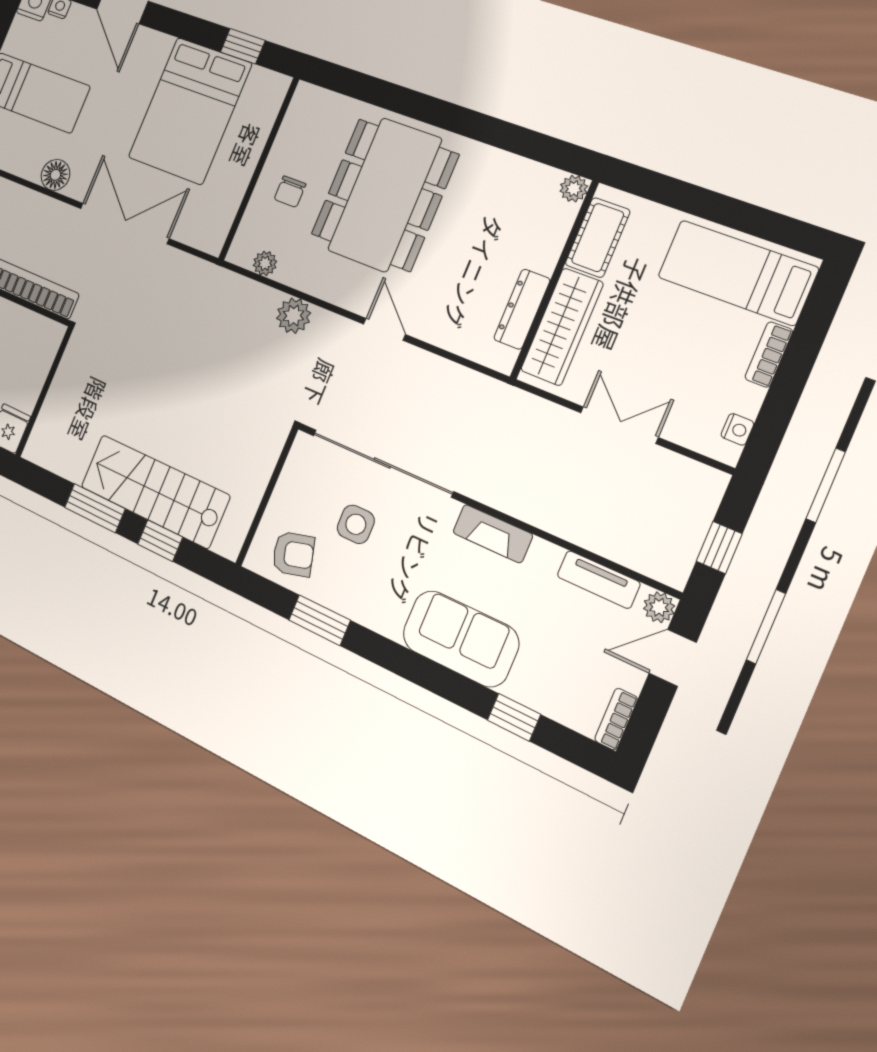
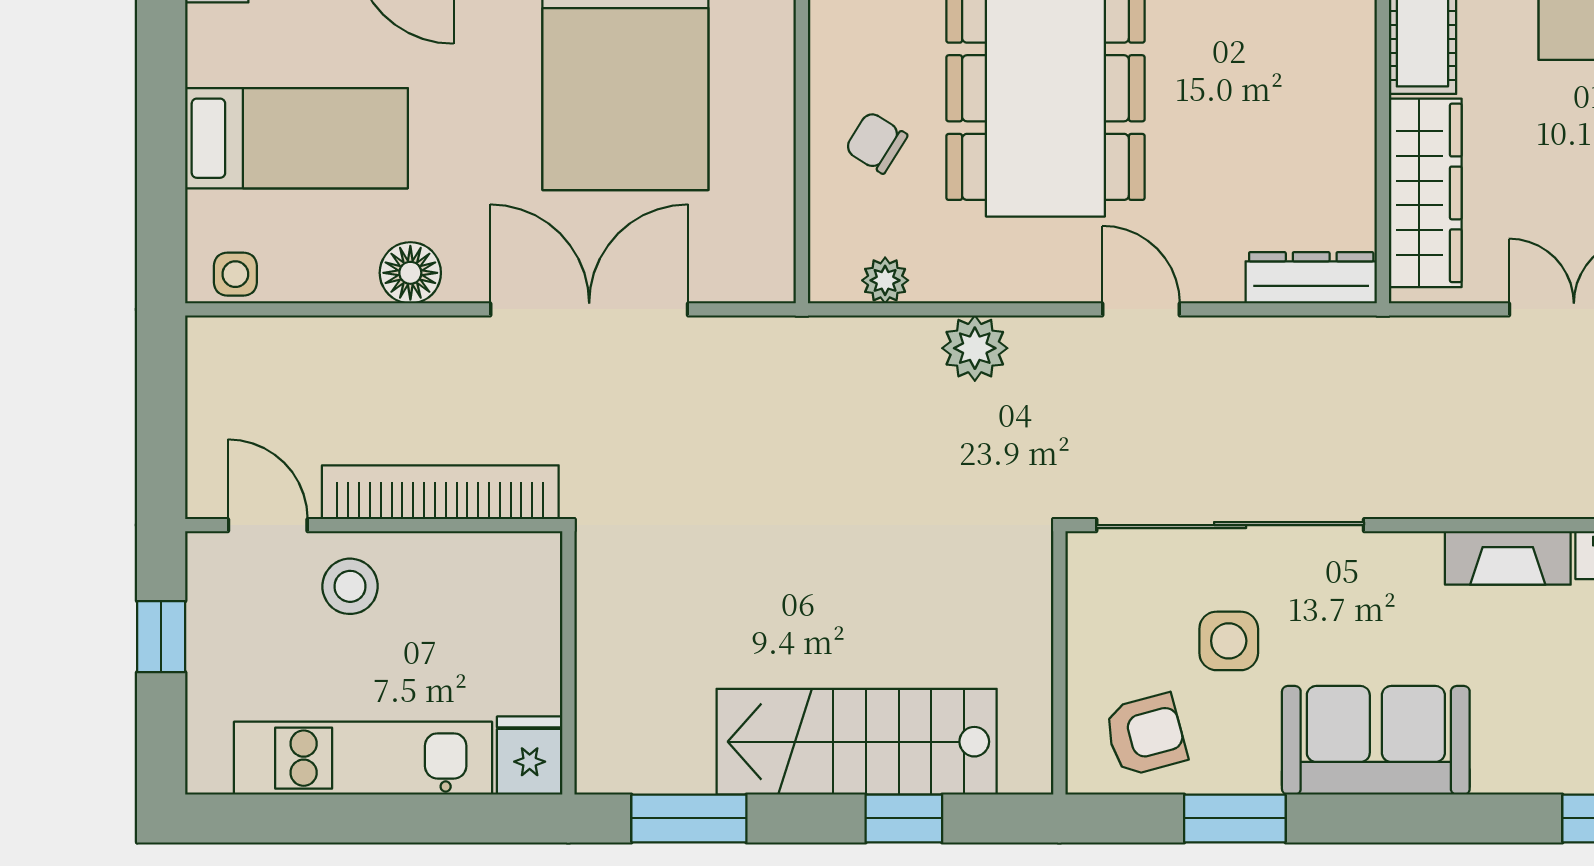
chair: (290, 192) -> (876, 142), turned 122
dresser: (522, 309) -> (1311, 278), moved, turned 90
window: (95, 508) -> (689, 818), moved
fireplace: (493, 534) -> (1508, 558), moved
sofa: (461, 639) -> (1376, 740), moved

